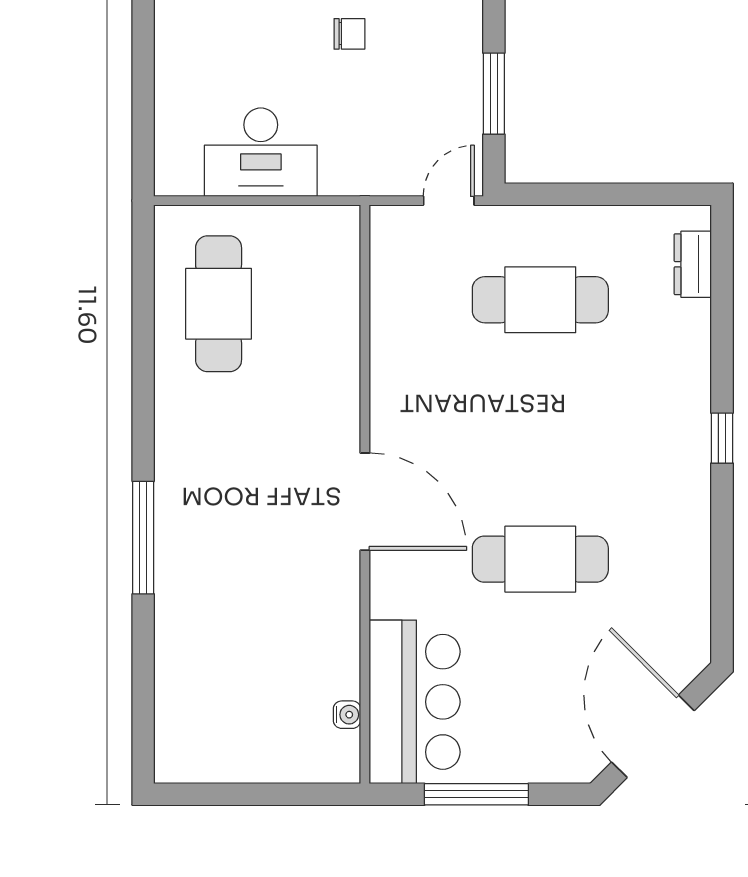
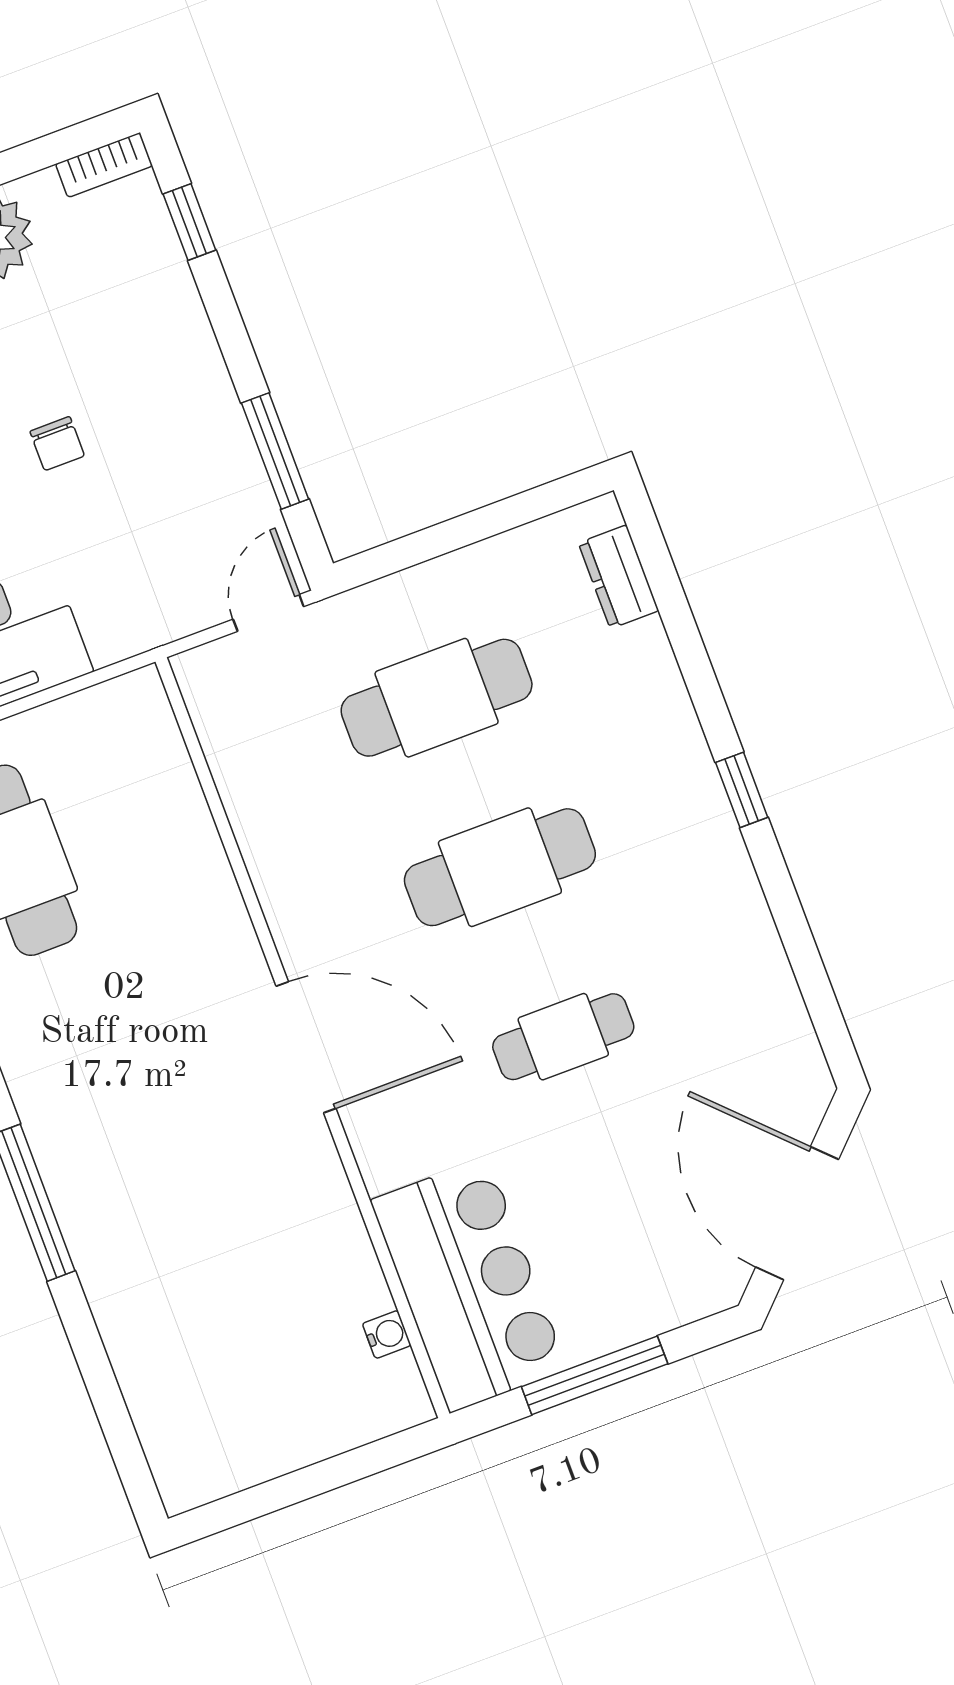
chair: (349, 34) -> (57, 444), turned 90
cafe table: (540, 429) -> (500, 867), added
cafe table: (540, 559) -> (563, 1037), width x0.73, depth x0.74

